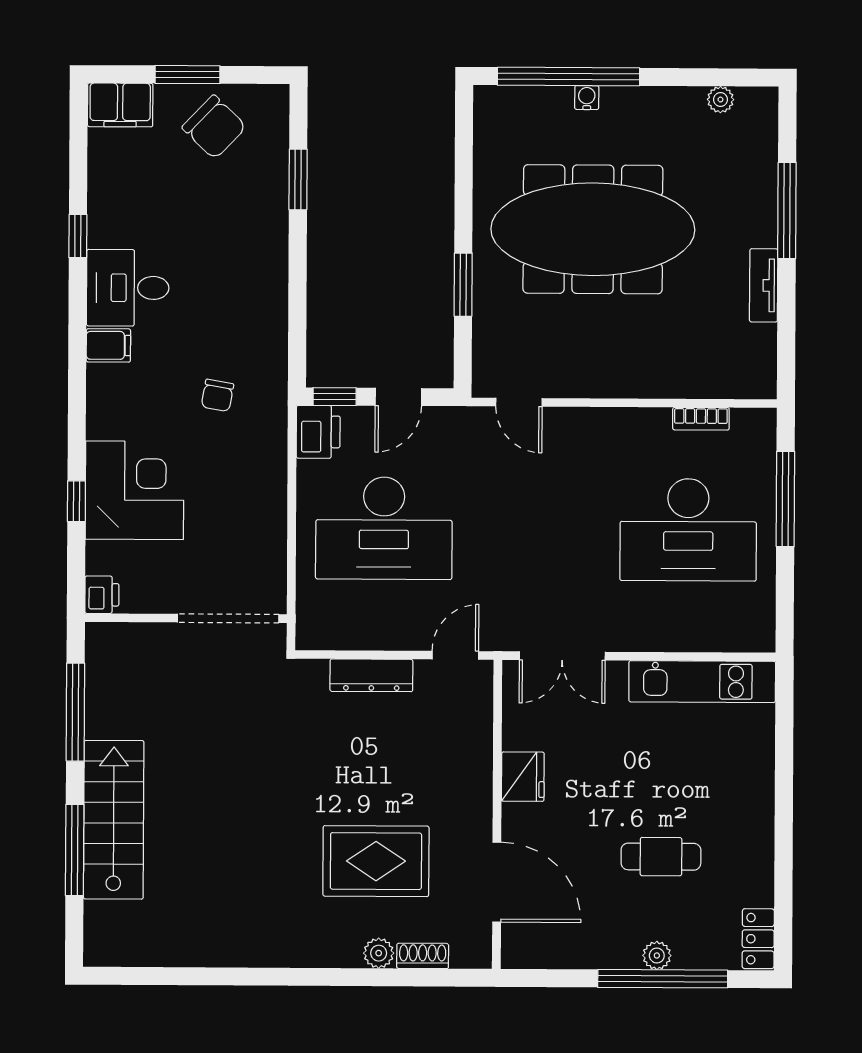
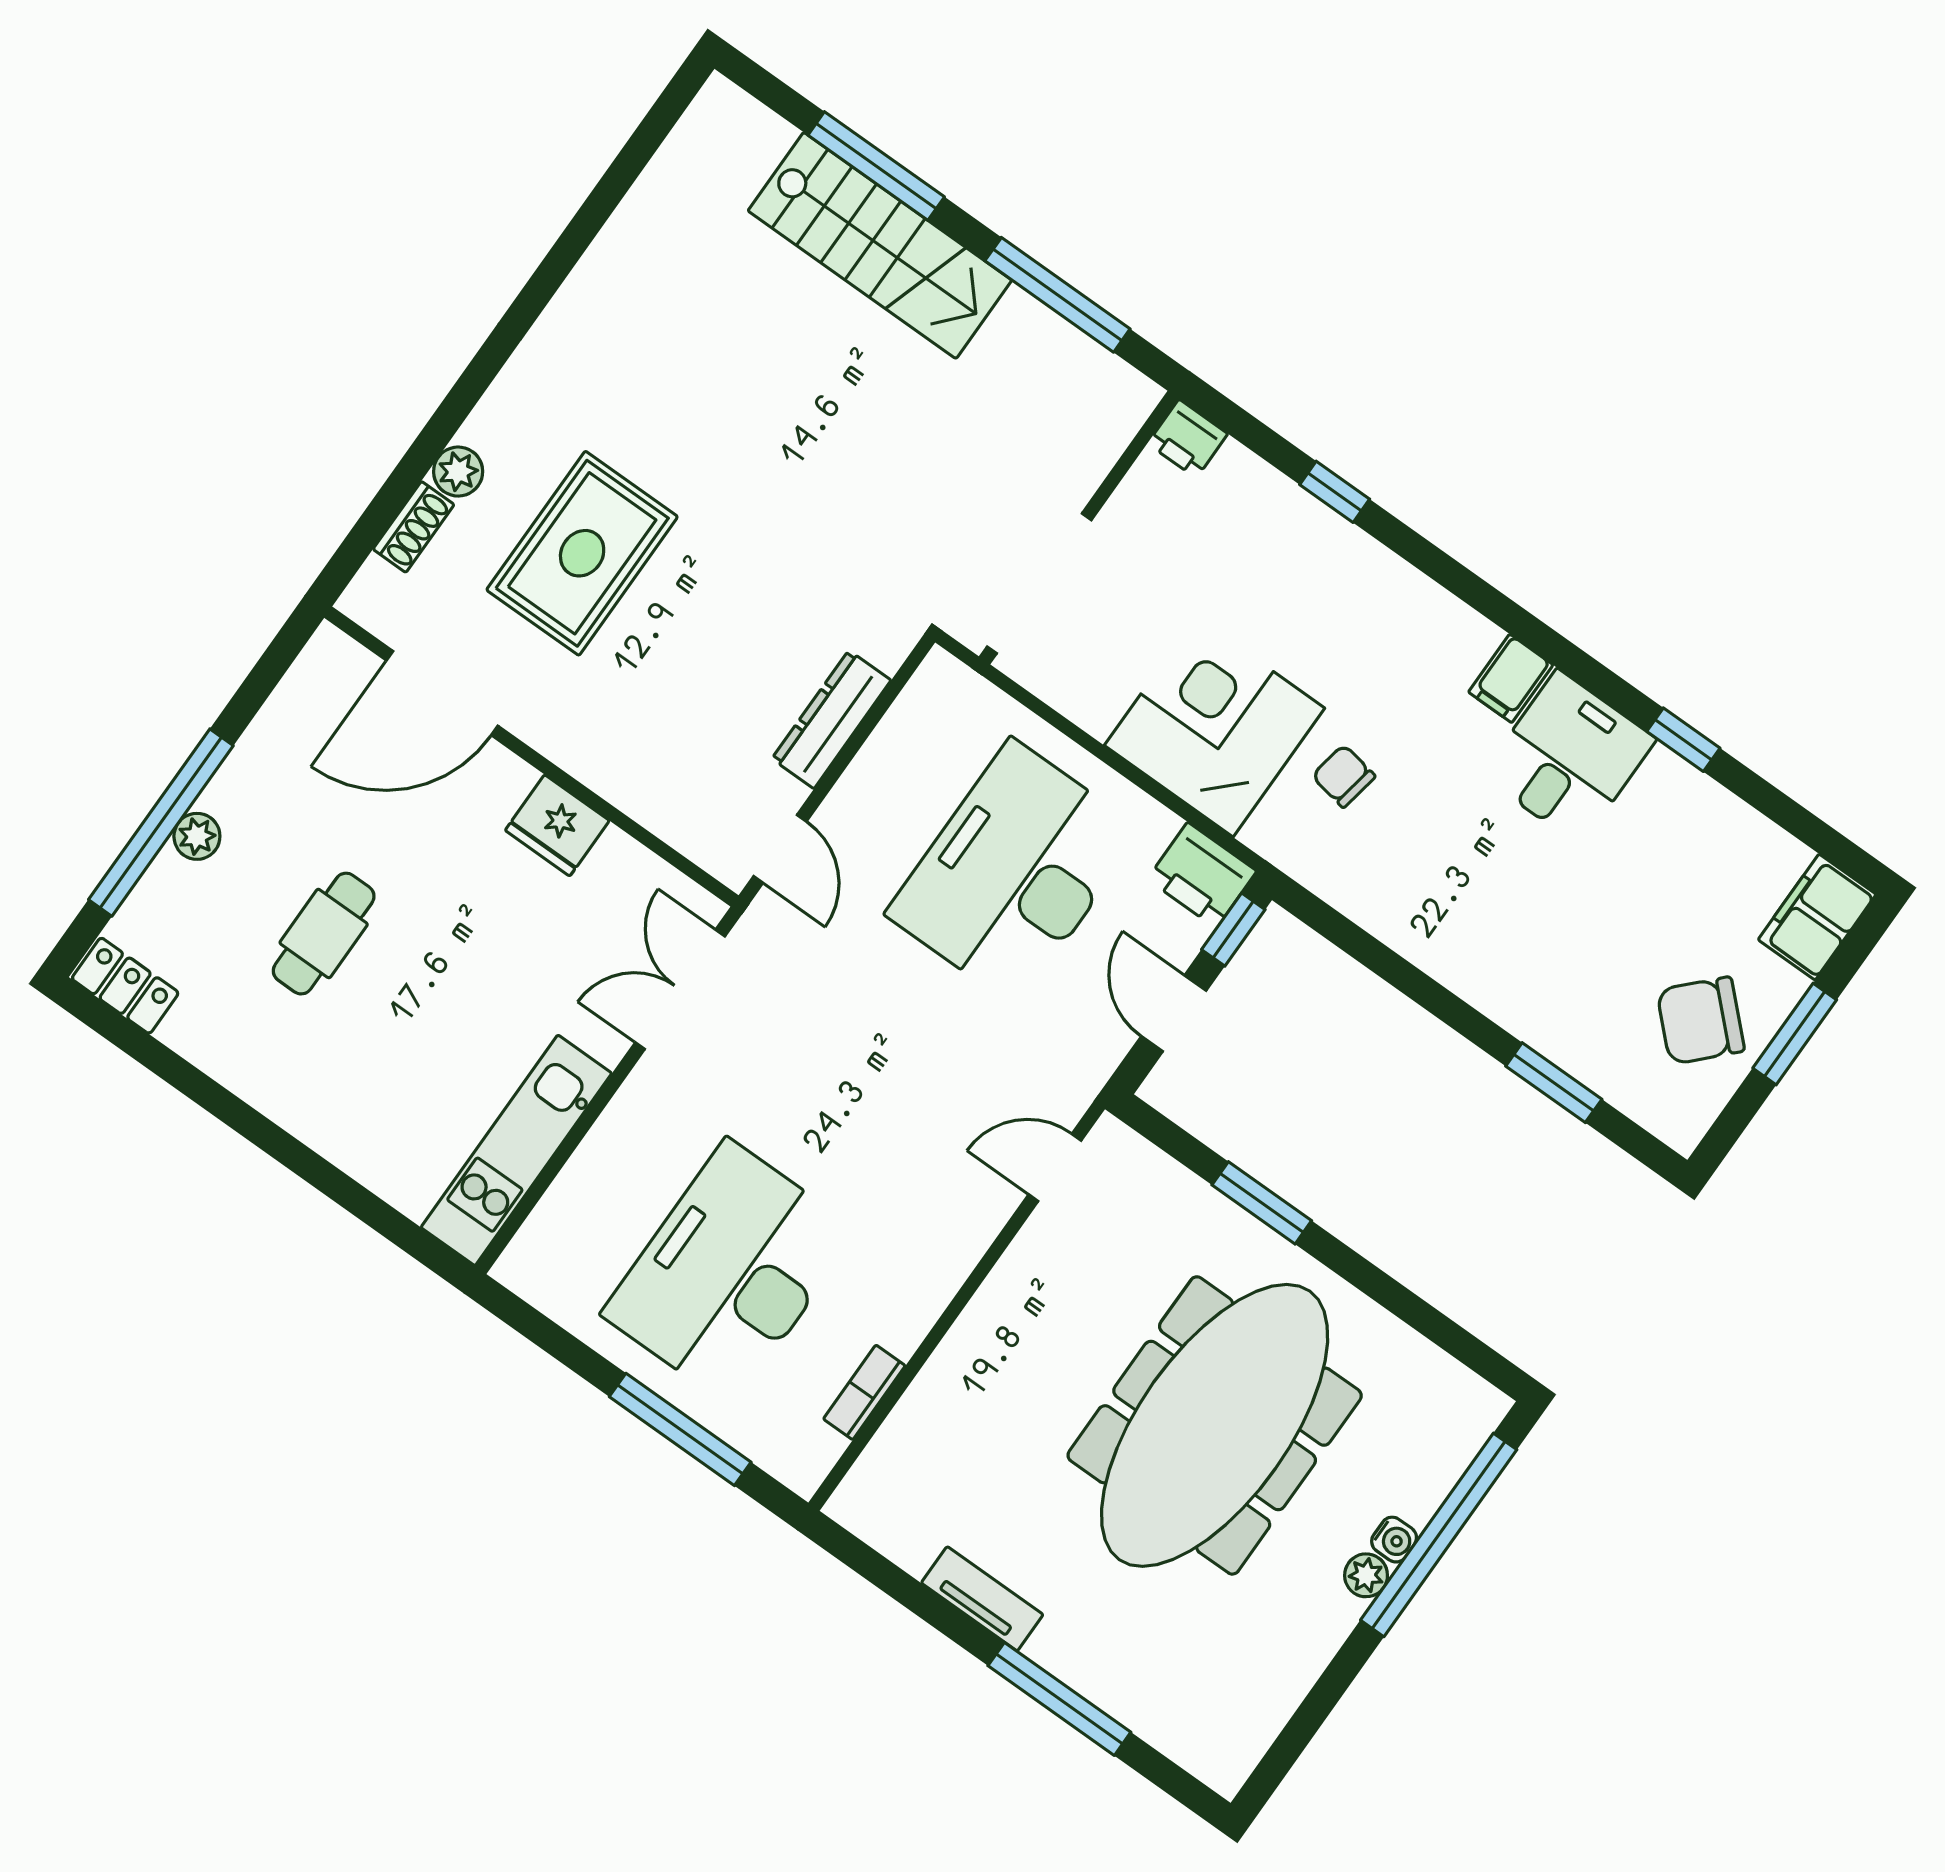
plant: (720, 100) -> (1366, 1575), moved
corner desk: (135, 490) -> (1215, 727), moved, turned 180

